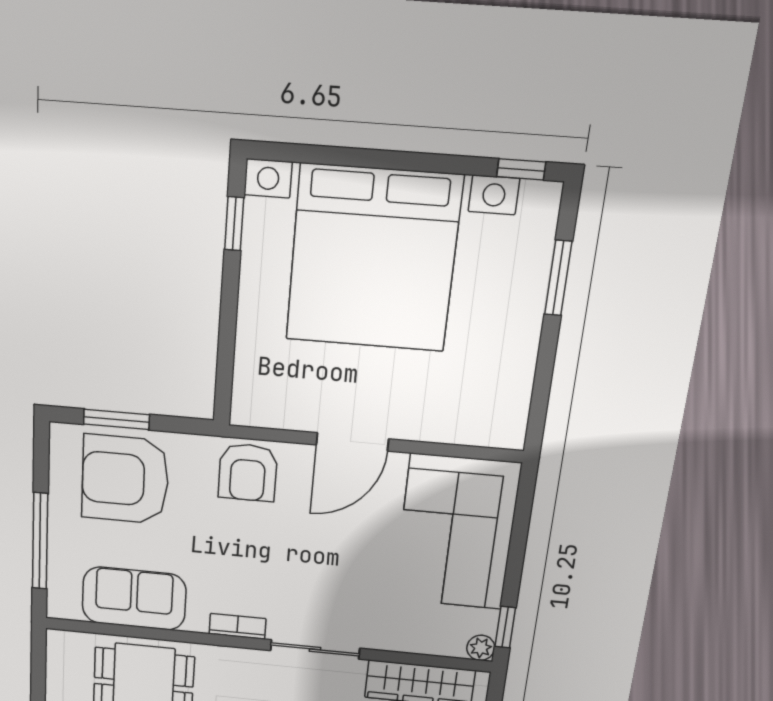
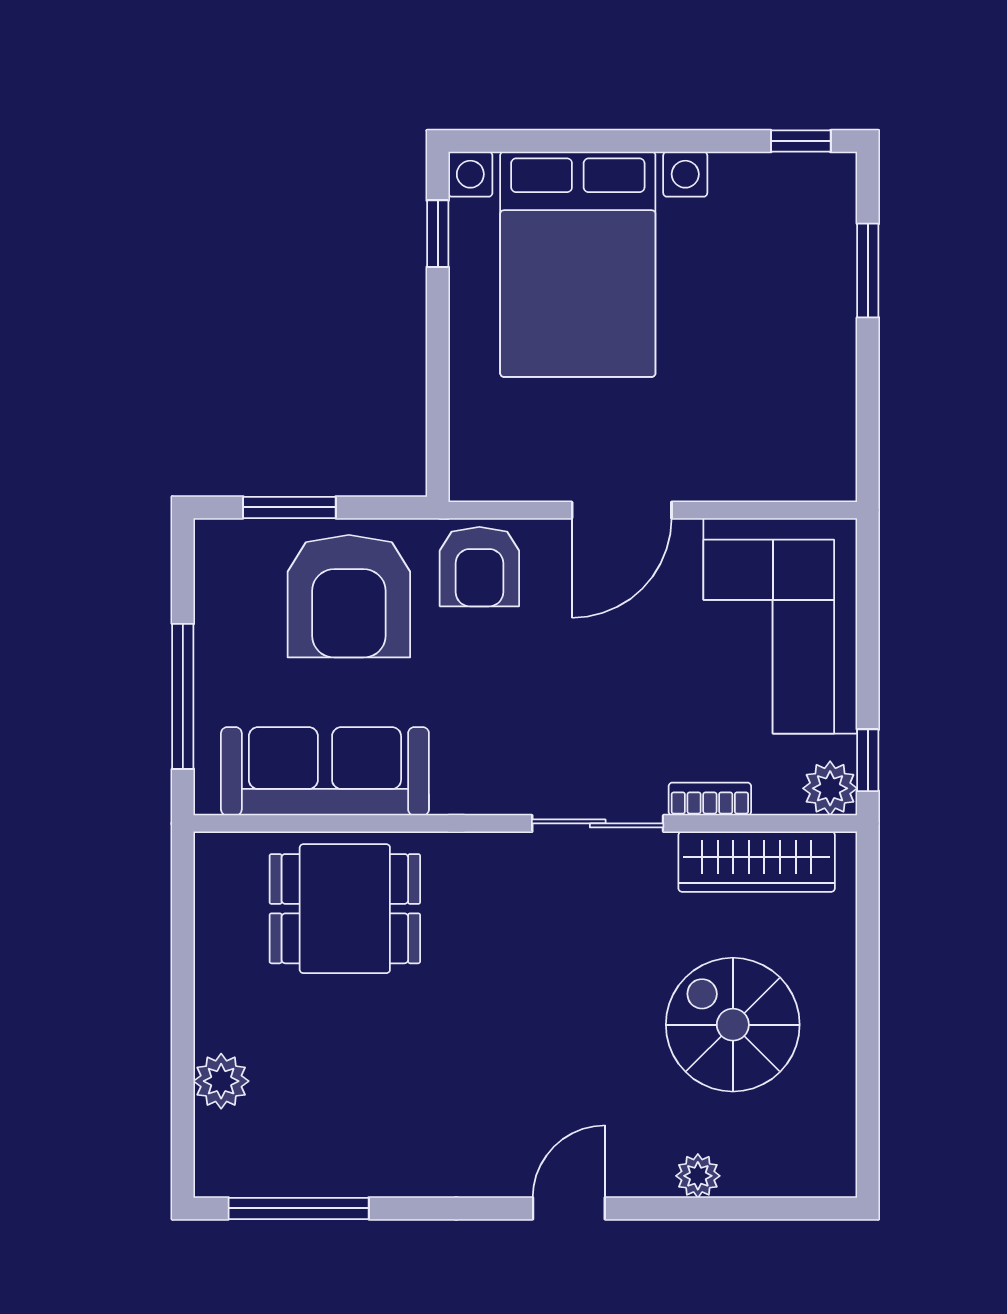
bed with nightstands: (373, 259) -> (578, 264), width x0.73
armchair: (125, 479) -> (349, 596), moved, turned -90
sofa: (134, 599) -> (325, 771), width x1.36
bookcase: (237, 626) -> (710, 799), moved
plant: (481, 648) -> (830, 788), width x1.38, depth x1.38

